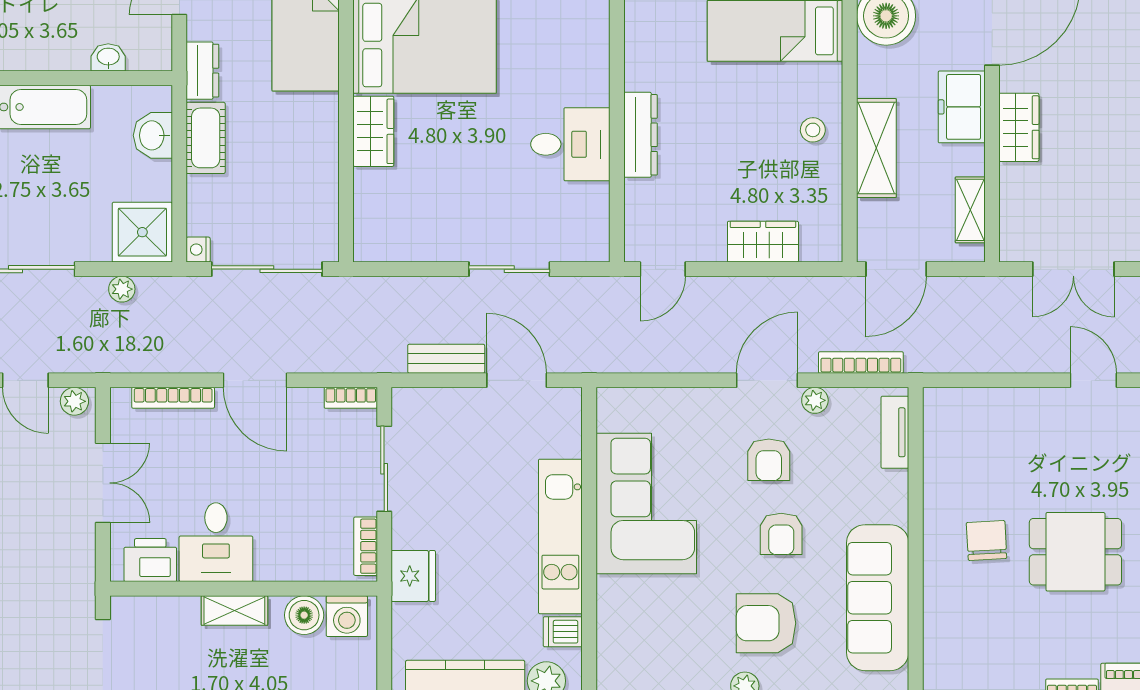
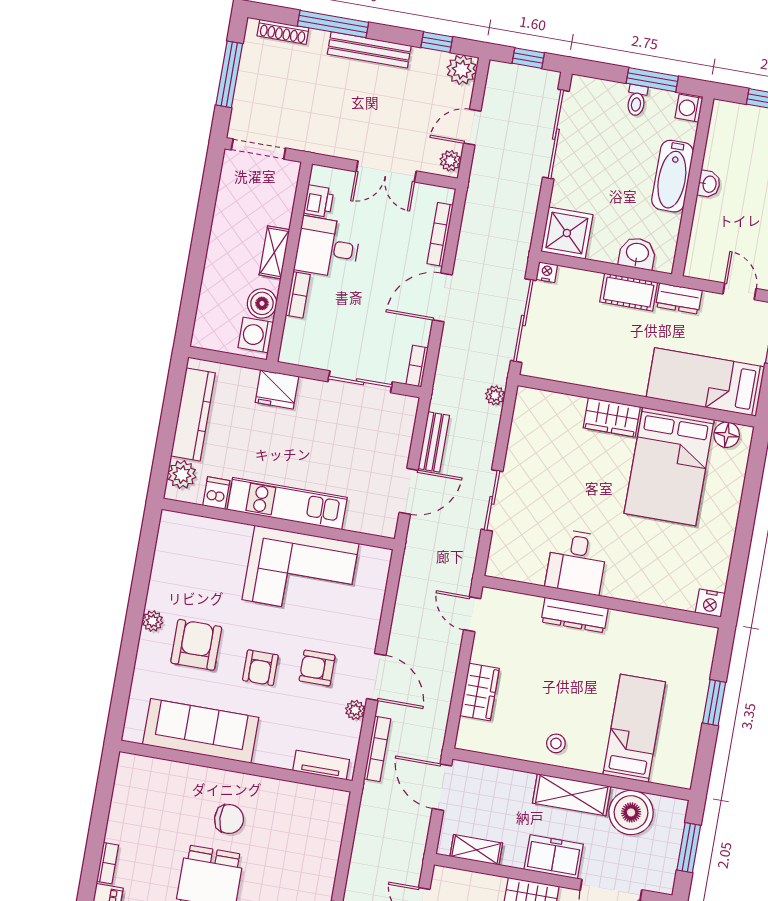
washbasin: (108, 57) -> (709, 184), moved
shelving: (876, 148) -> (572, 795), moved
plant: (122, 289) -> (495, 395), moved
armchair: (781, 534) -> (260, 668), turned -90
bookcase: (366, 546) -> (298, 295), moved, turned 90
printer: (150, 560) -> (319, 201), width x0.73, depth x0.81

